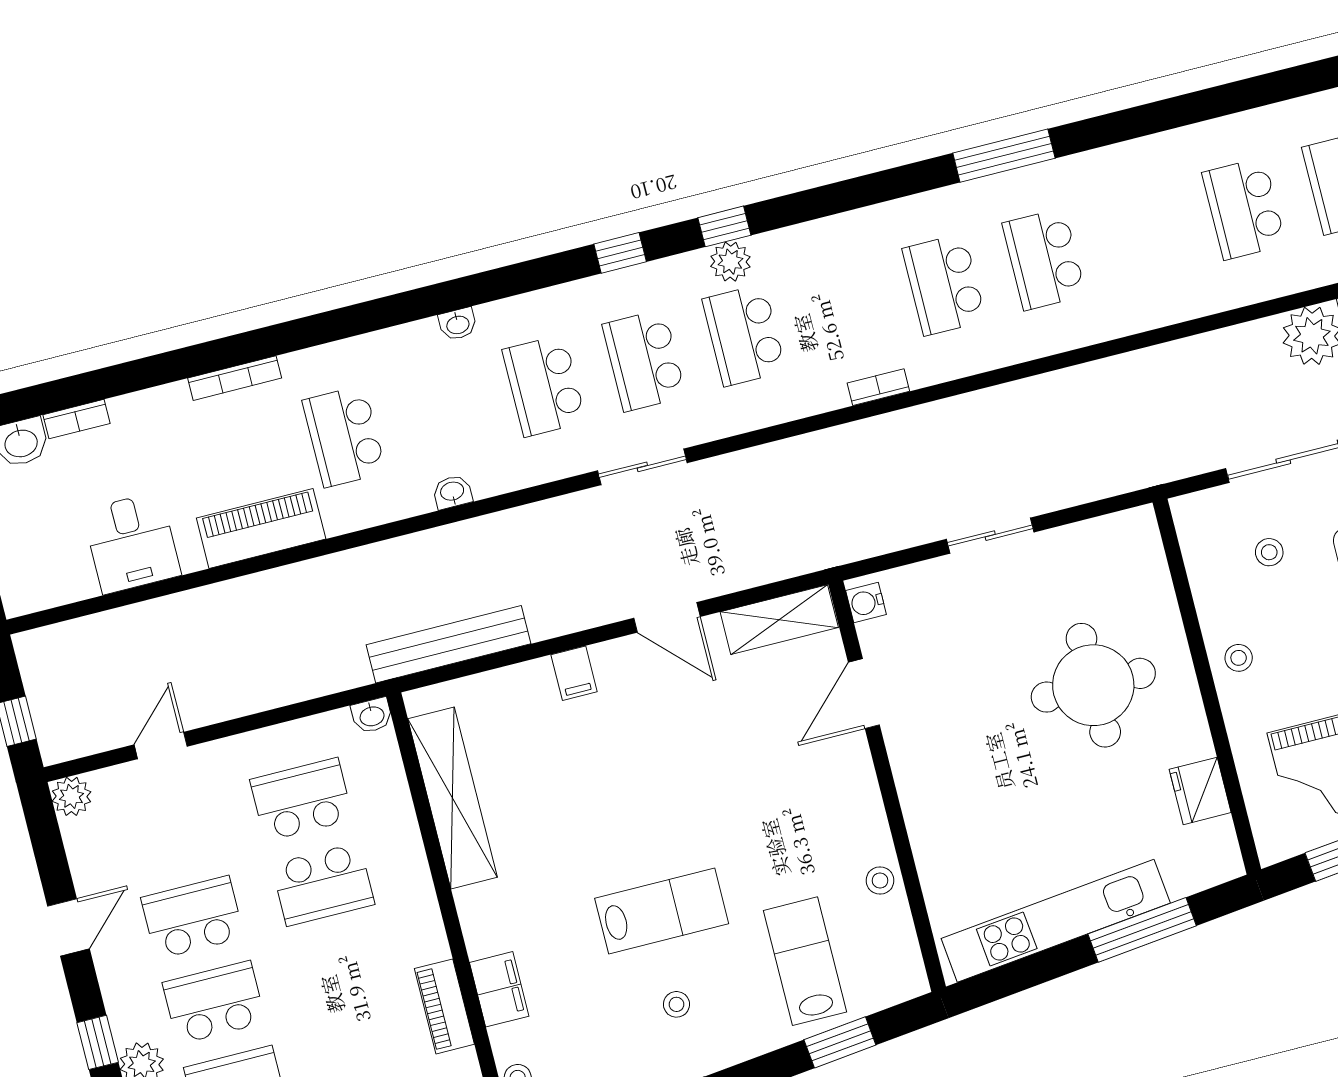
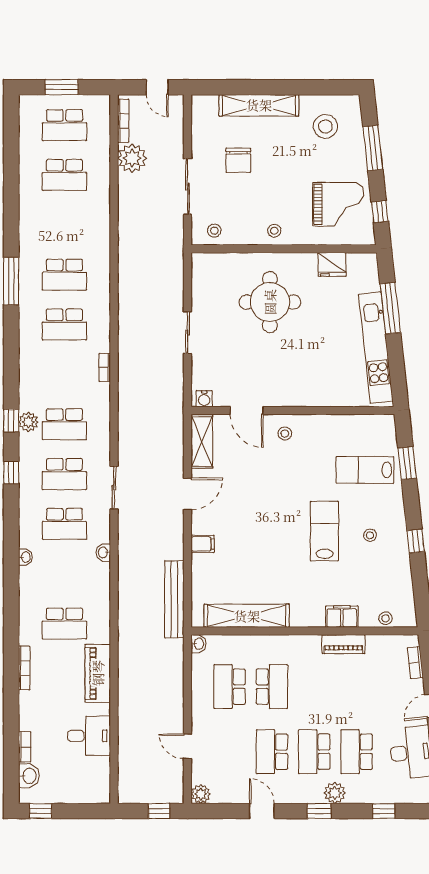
washbasin: (452, 492) -> (103, 552), moved
stool: (1269, 552) -> (214, 231), moved
stool: (880, 880) -> (285, 434), moved

